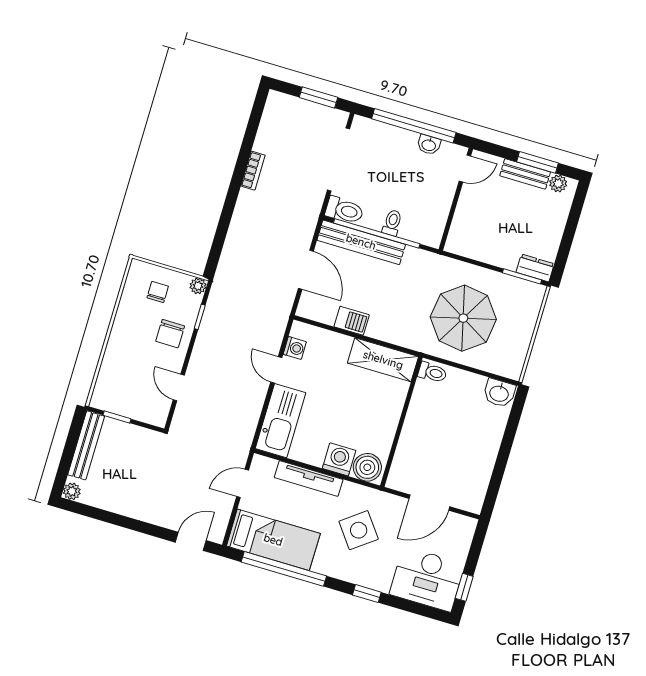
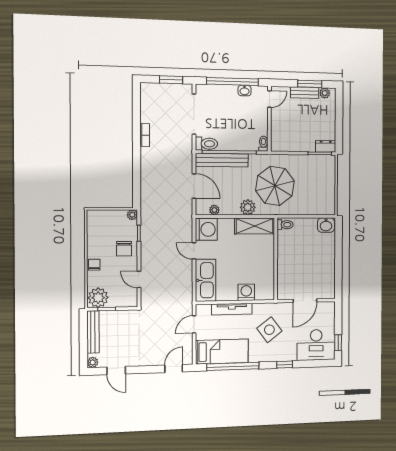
toilet: (392, 223) -> (263, 144), moved
chair: (158, 292) -> (94, 265), moved
plant: (327, 316) -> (214, 210), added
parasol: (463, 318) -> (275, 186), moved
barbecue: (352, 321) -> (230, 208), removed
plant: (381, 327) -> (248, 207), added
washing machine: (295, 348) -> (206, 229), width x1.89, depth x1.89
plant: (109, 396) -> (98, 298), added
boiler: (367, 467) -> (264, 292), removed
door: (103, 515) -> (116, 371), added

